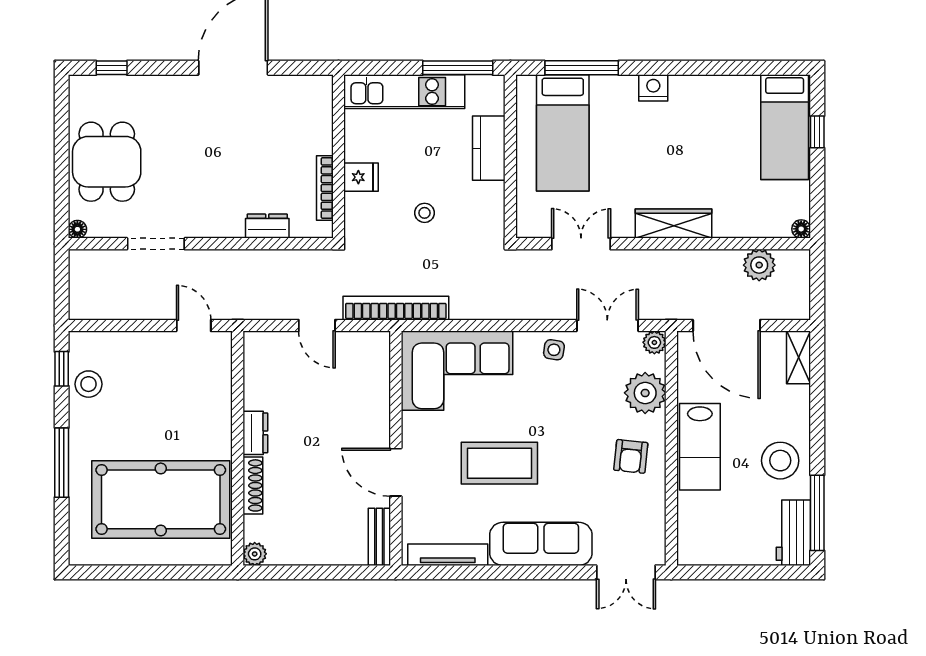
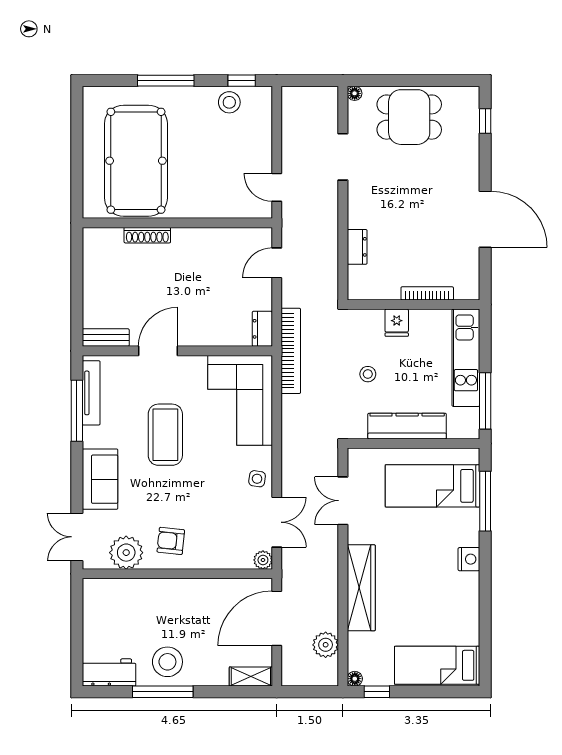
window: (817, 132) -> (377, 692), moved
kitchen counter: (489, 148) -> (407, 426), width x1.50
bookcase: (325, 188) -> (427, 293), moved
wardrobe: (673, 223) -> (361, 588), width x1.40, depth x1.17
double door: (581, 244) -> (343, 501), swing flipped
door: (194, 326) -> (277, 187), swing flipped
door: (317, 326) -> (277, 263), moved
plant: (645, 393) -> (126, 553), moved
dresser: (255, 433) -> (262, 329), moved, turned 90
lab bench: (700, 447) -> (179, 597), removed
window: (817, 513) -> (163, 692), moved
sofa: (541, 544) -> (100, 479), width x0.73
plant: (255, 554) -> (92, 237), removed
window: (470, 572) -> (77, 411), added

